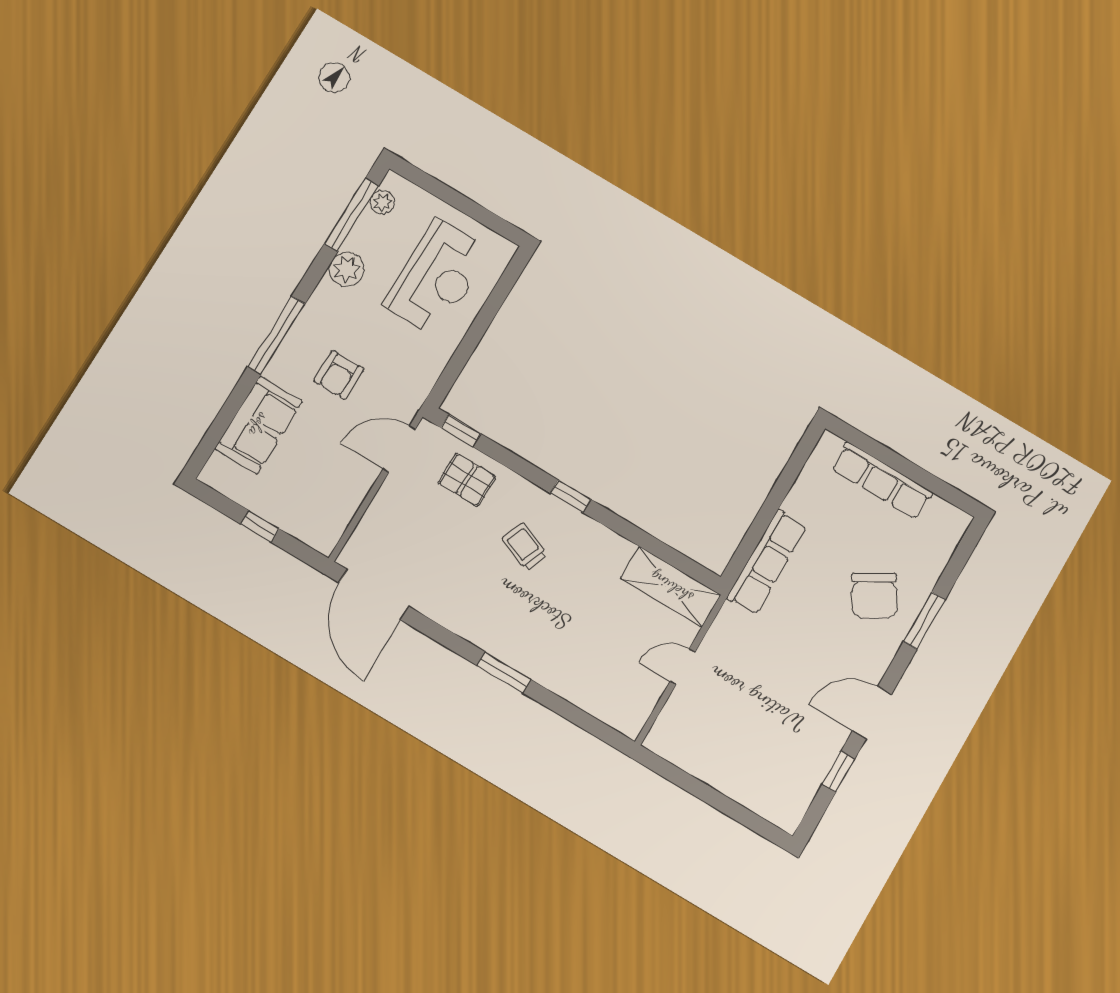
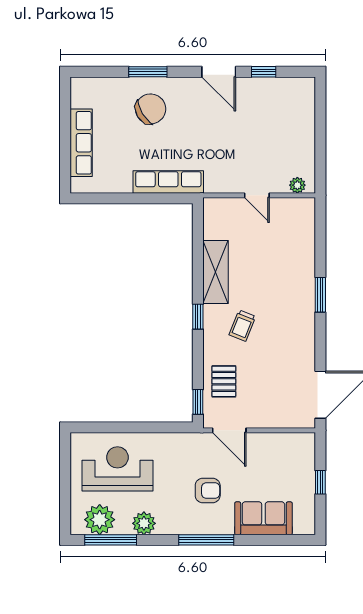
plant: (382, 202) -> (100, 520), width x1.88, depth x1.88
shelving: (671, 587) -> (215, 272), moved
plant: (665, 728) -> (297, 185), added

